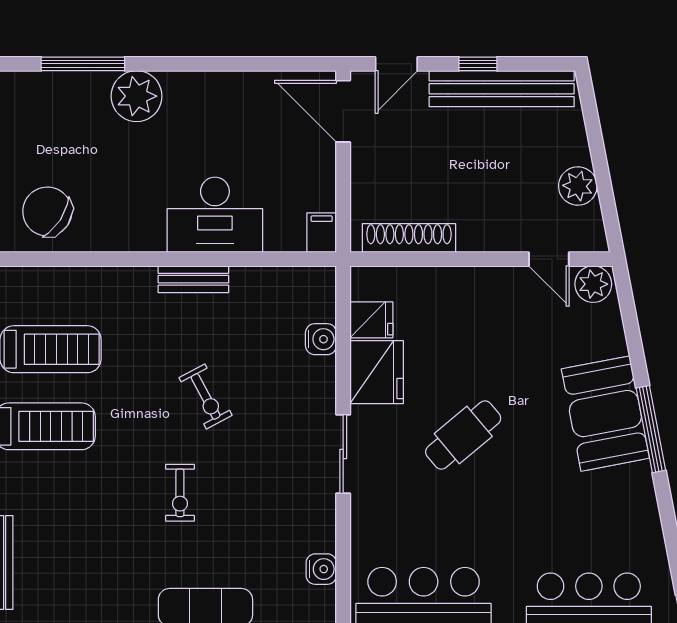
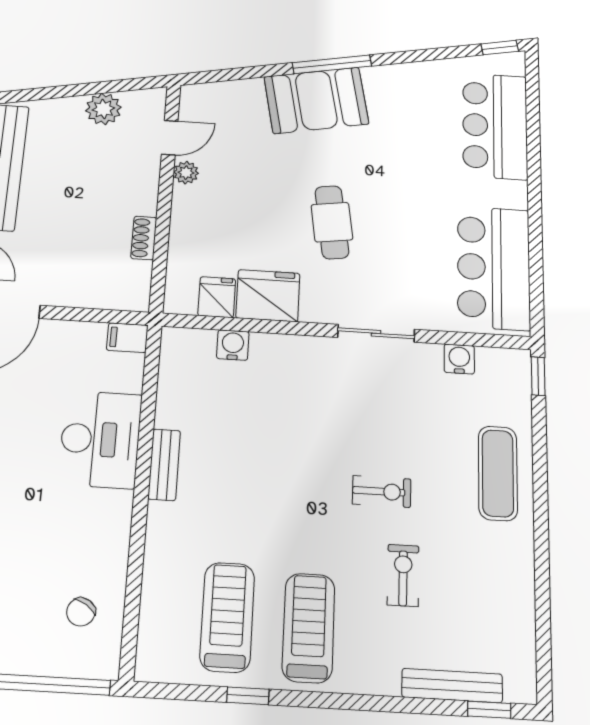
chair: (47, 212) -> (81, 612), width x0.54, depth x0.54
shoe rack: (409, 238) -> (144, 238), width x0.51, depth x0.81
plant: (593, 284) -> (186, 173), moved, width x0.73, depth x0.73
exercise bike: (206, 397) -> (403, 575), moved, turned -62
cafe table: (463, 435) -> (332, 222), turned 32
sliding door: (343, 454) -> (376, 333), moved

